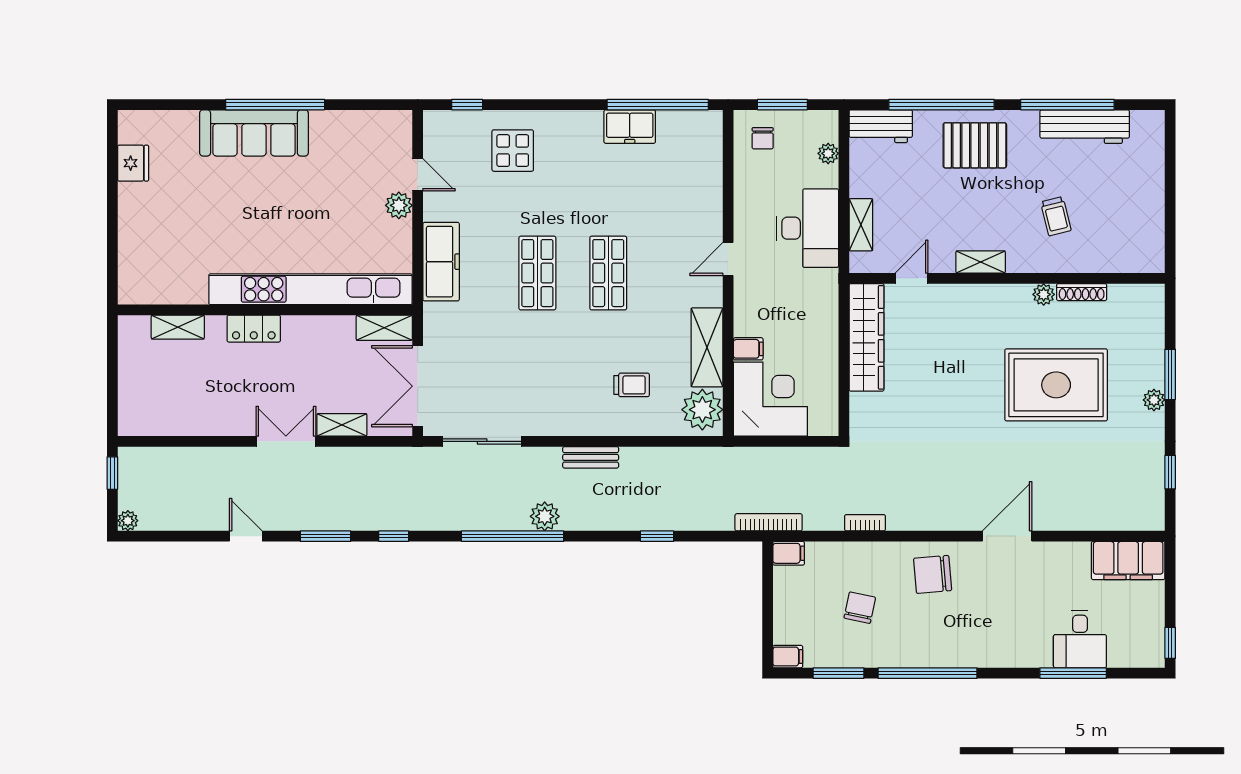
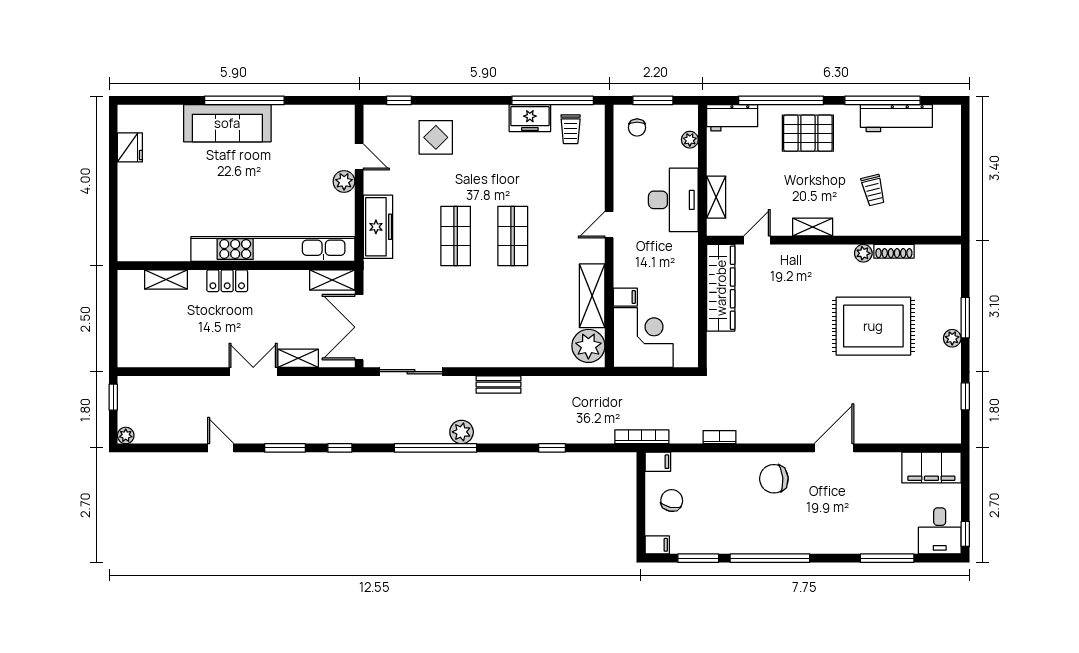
trolley: (632, 385) -> (571, 129), moved, turned 90
chair: (860, 608) -> (672, 500), moved
desk: (1080, 639) -> (940, 531), moved

